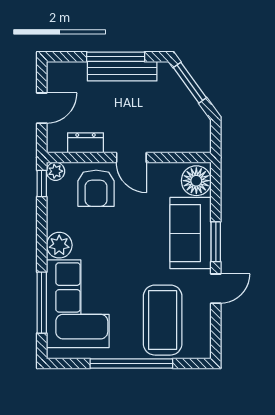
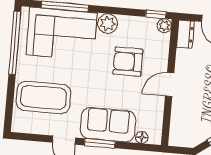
dresser: (86, 143) -> (185, 34), moved
floor lamp: (196, 181) -> (142, 137), width x0.53, depth x0.53
armchair: (96, 188) -> (128, 62), moved
window: (131, 364) -> (15, 43), moved

